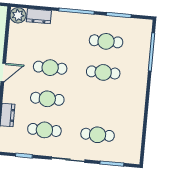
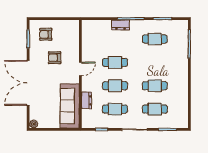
plant: (18, 15) -> (88, 26), removed
dresser: (39, 16) -> (121, 25), moved
cafe table: (103, 72) -> (155, 86), moved

